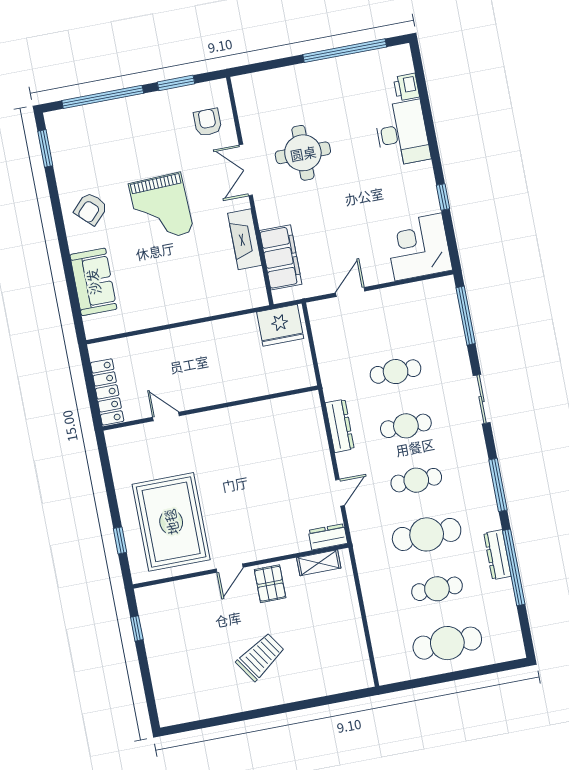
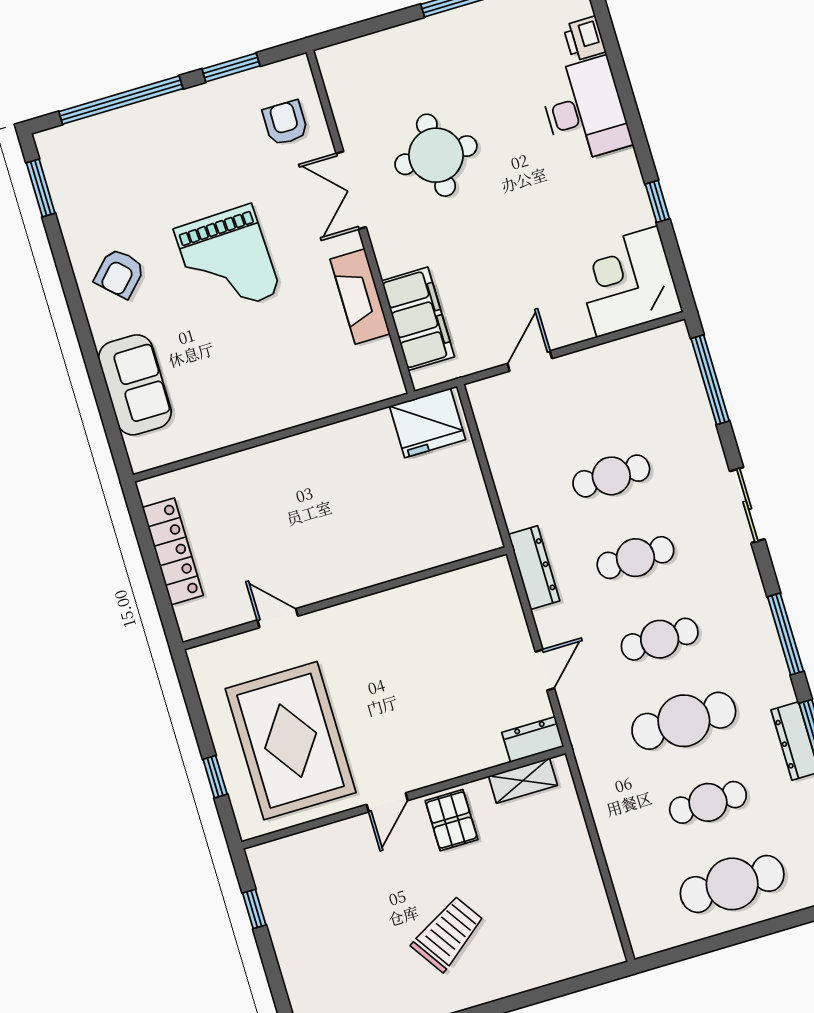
wall: (210, 408) -> (345, 598), moved
door: (166, 417) -> (278, 618), moved

